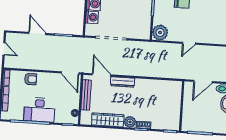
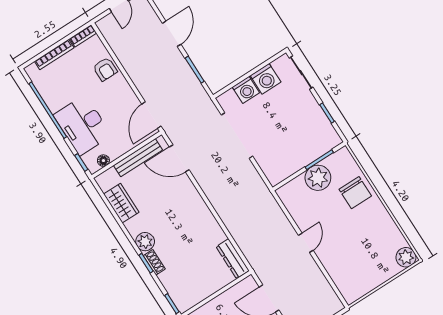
plant: (160, 33) -> (318, 178), moved
door: (189, 43) -> (306, 243), swing flipped
door: (101, 75) -> (179, 158), swing flipped
dresser: (123, 82) -> (233, 259), moved
desk: (39, 110) -> (83, 125), moved
wardrobe: (108, 120) -> (121, 203), width x0.67

